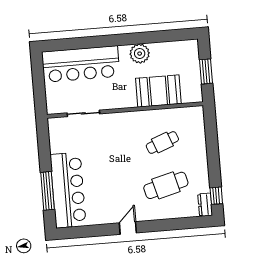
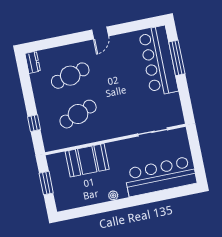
plant: (140, 54) -> (113, 195), width x0.53, depth x0.53
cafe table: (162, 143) -> (78, 114), width x1.37, depth x1.35
window: (216, 196) -> (34, 123), moved

